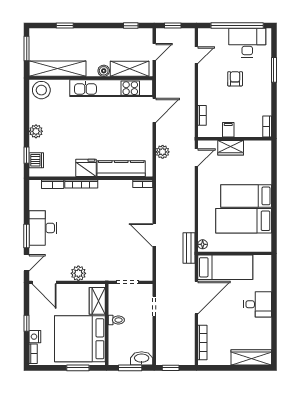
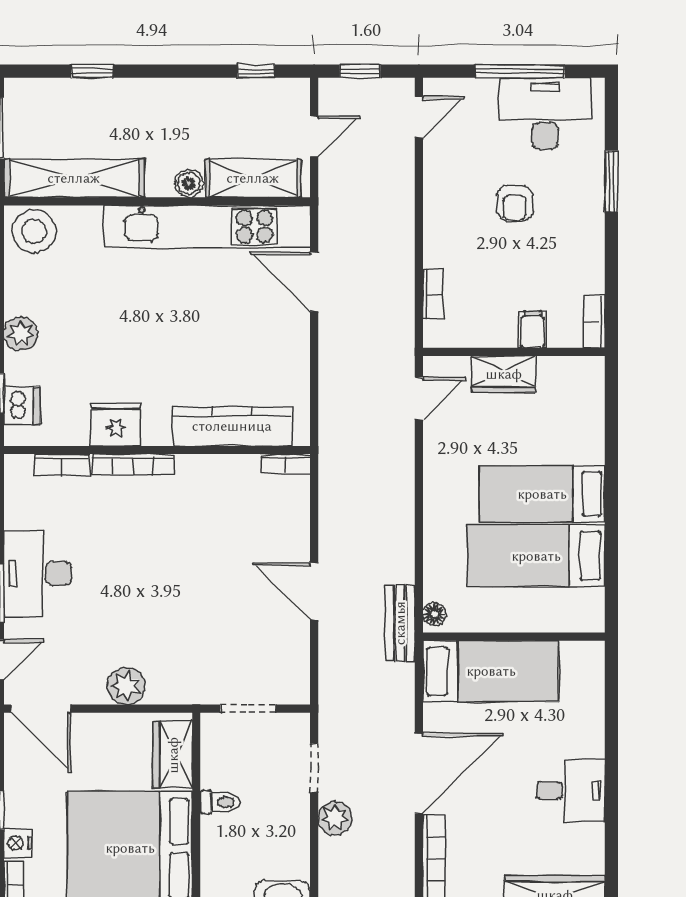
window: (237, 26) -> (520, 71), width x0.68
door: (196, 55) -> (419, 117), moved
armchair: (235, 79) -> (515, 203), turned 180
door: (154, 110) -> (314, 282), swing flipped
filing cabinet: (228, 130) -> (532, 330), moved
plant: (163, 152) -> (335, 818), moved
fridge: (86, 168) -> (116, 424), moved
door: (196, 298) -> (419, 773), moved
desk: (258, 304) -> (571, 791), moved

